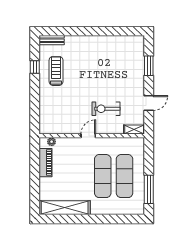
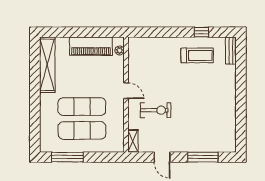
window: (149, 66) -> (203, 157), width x1.44
exercise bike: (106, 109) -> (156, 110), turned 90
piano: (46, 163) -> (91, 46), width x1.37, depth x1.33

